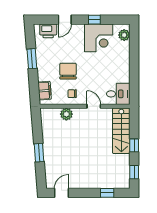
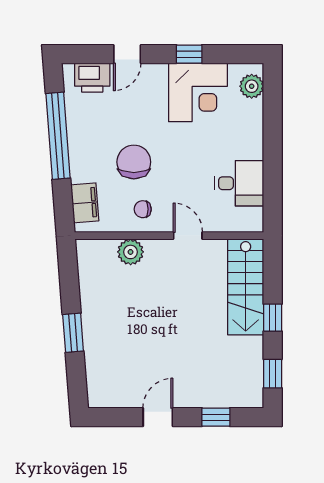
window: (32, 59) -> (58, 136), width x2.11
desk: (118, 94) -> (239, 183), moved
door: (61, 193) -> (158, 417), moved

